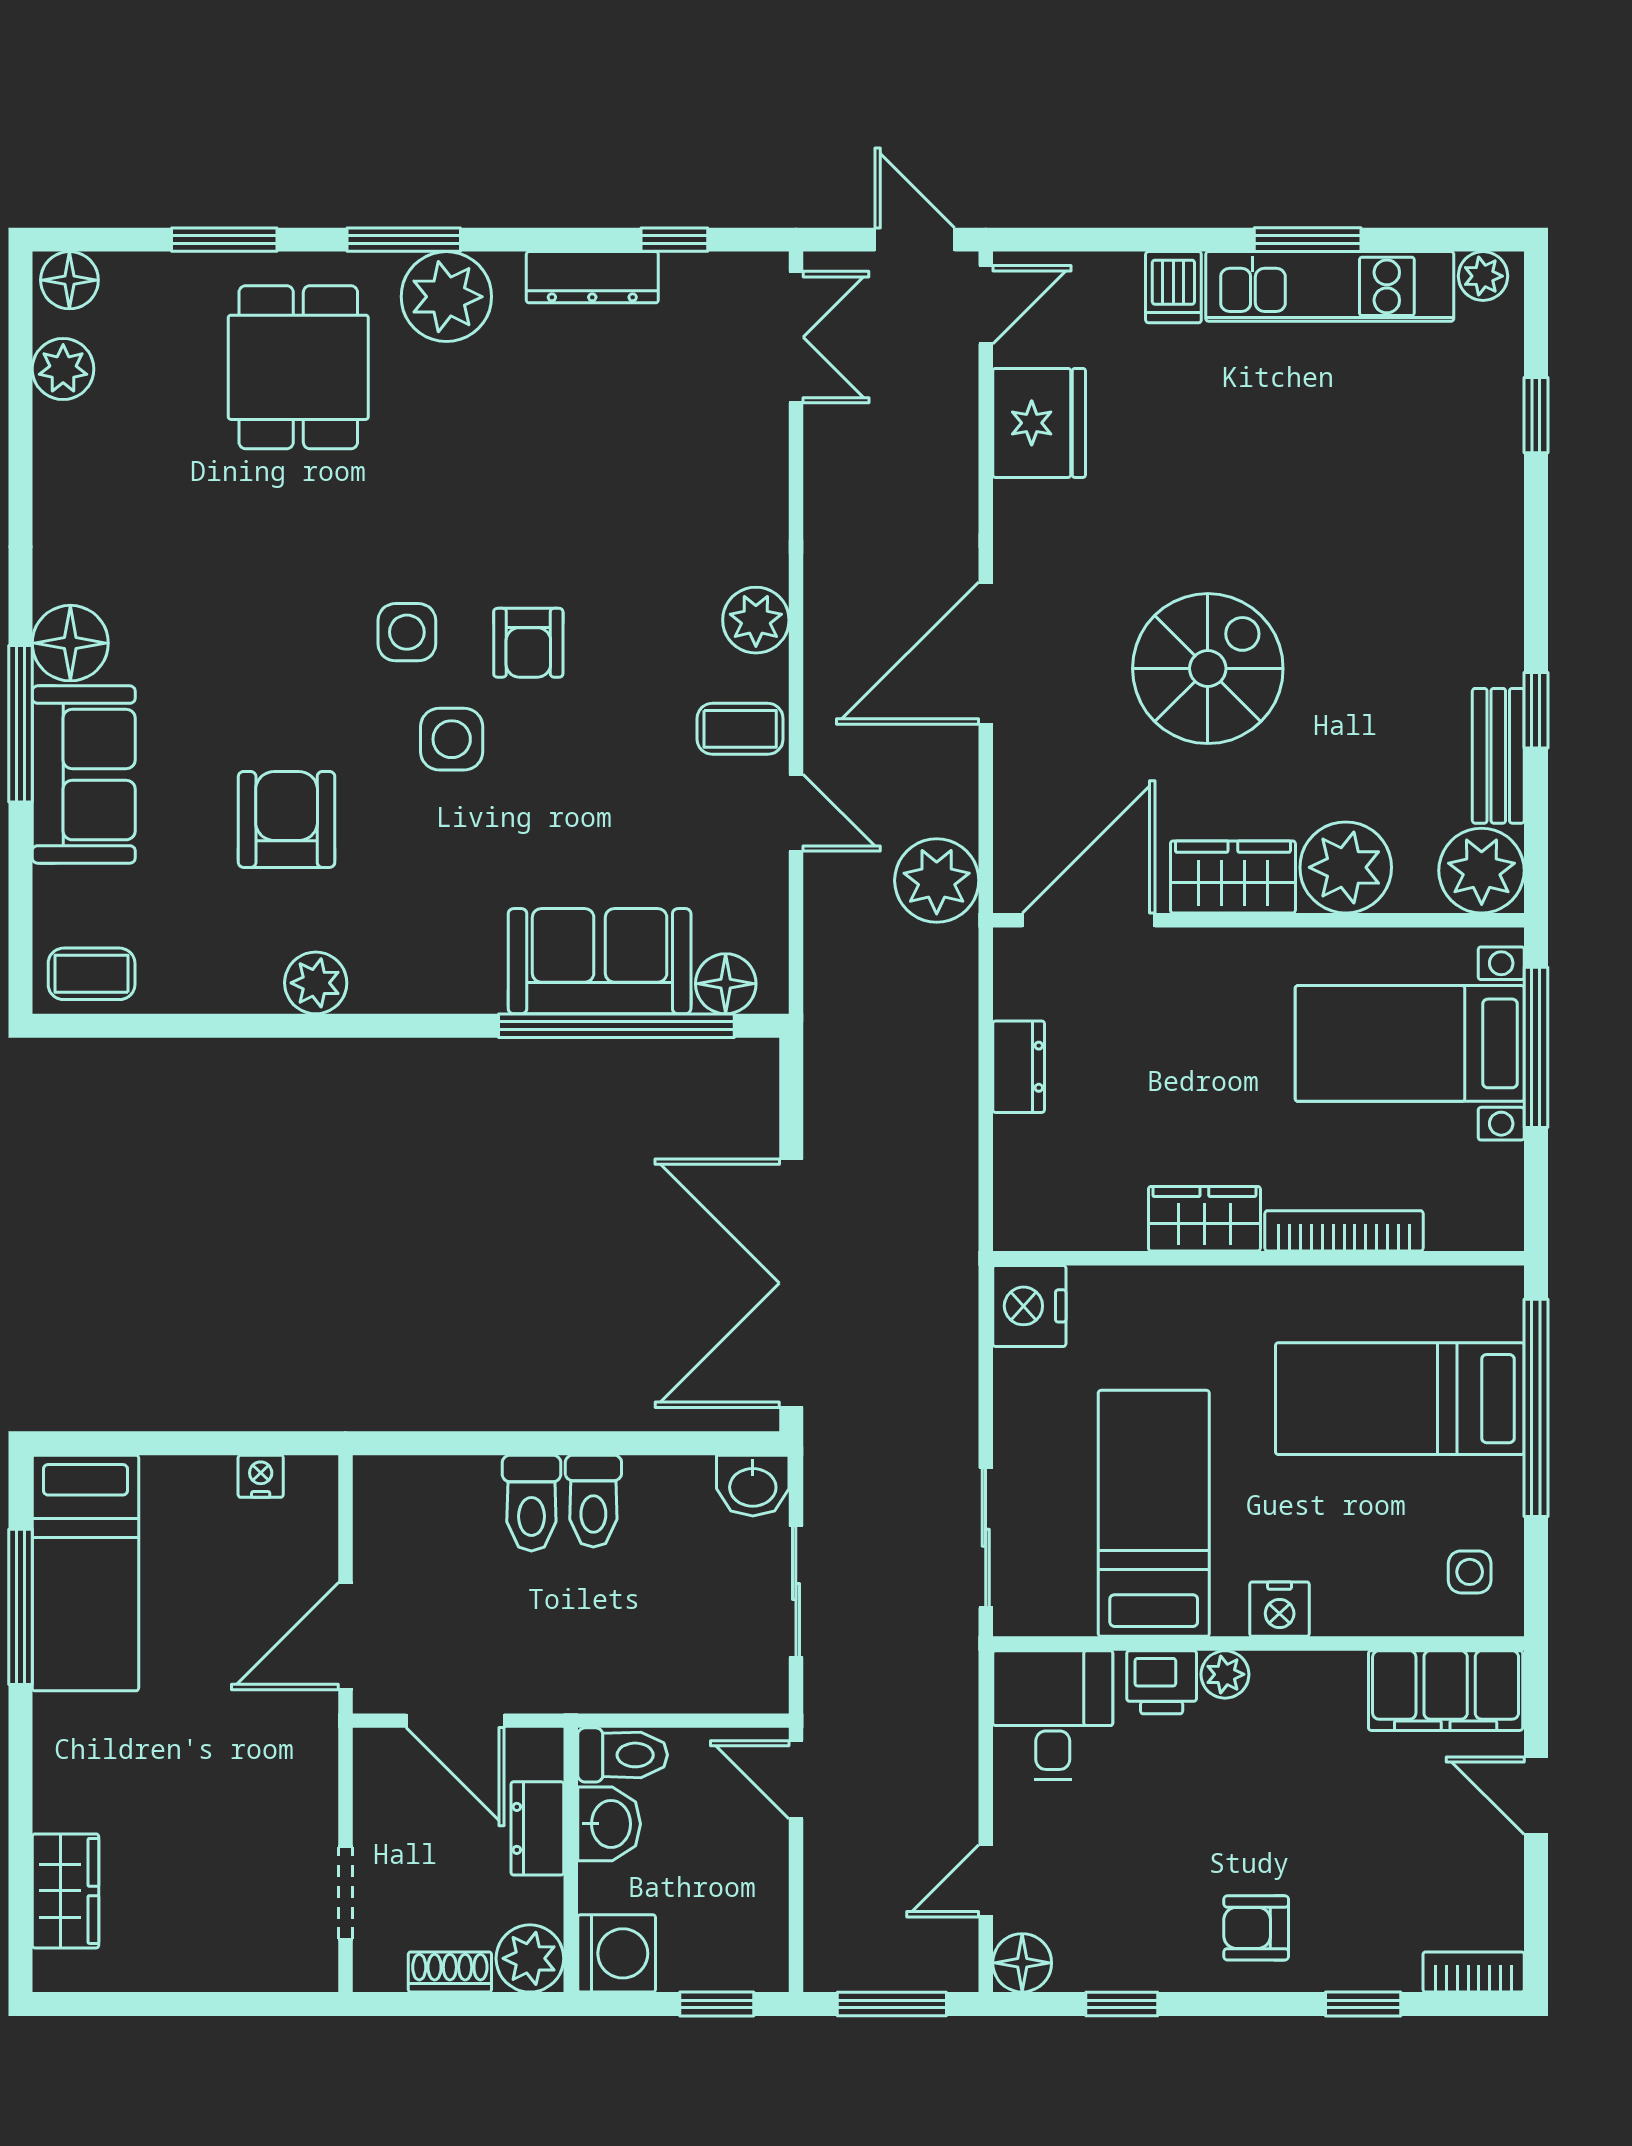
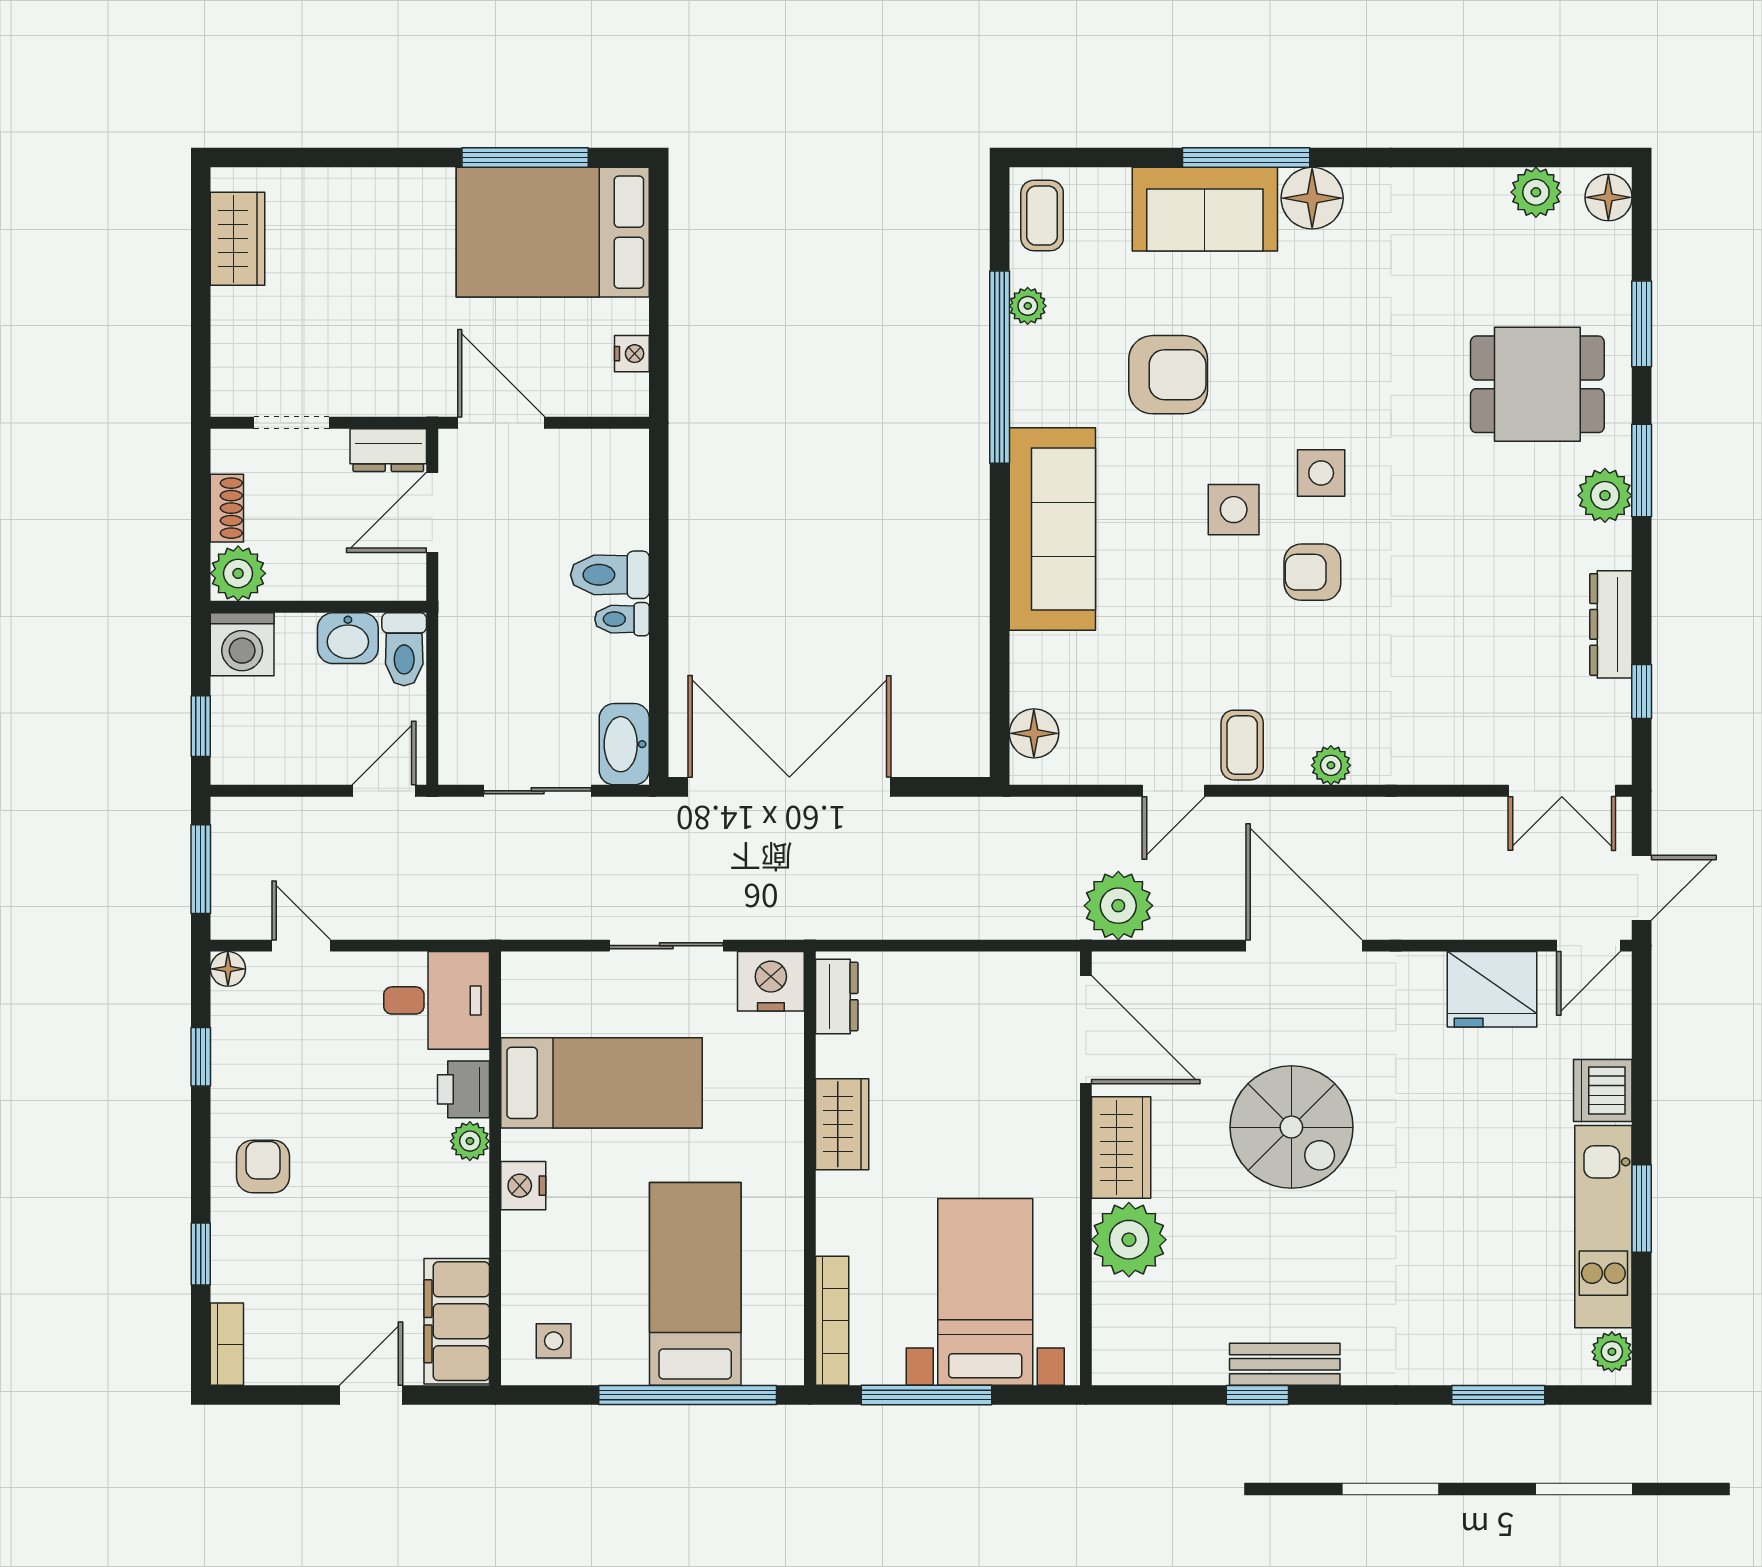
dishwasher: (1173, 287) -> (1603, 1090), width x1.38
plant: (446, 297) -> (1605, 495), width x0.73, depth x0.73
door: (986, 305) -> (1589, 946), hinge flipped
window: (1536, 415) -> (1498, 1395), width x1.50
plant: (756, 620) -> (1331, 765), width x0.73, depth x0.73
bench: (1498, 756) -> (1285, 1364), moved
plant: (1482, 871) -> (1126, 1351), removed
sofa: (600, 961) -> (1052, 529), moved, width x1.36
plant: (316, 983) -> (1028, 306), moved, width x0.73, depth x0.73
window: (616, 1026) -> (1000, 367), moved
window: (1536, 1047) -> (926, 1395), moved
dresser: (1019, 1067) -> (837, 997), moved, turned -90
bookcase: (1344, 1231) -> (832, 1321), moved
washbasin: (753, 1486) -> (624, 744), width x1.38
toilet: (593, 1501) -> (622, 619), width x0.73, depth x0.72
sliding door: (986, 1538) -> (666, 946), moved
bed: (85, 1573) -> (553, 232), width x1.50
dresser: (537, 1828) -> (388, 450), moved, turned 180
wardrobe: (65, 1891) -> (238, 239), moved, turned -90
floor lamp: (1022, 1963) -> (228, 969), width x0.73, depth x0.73

